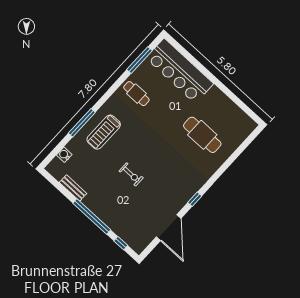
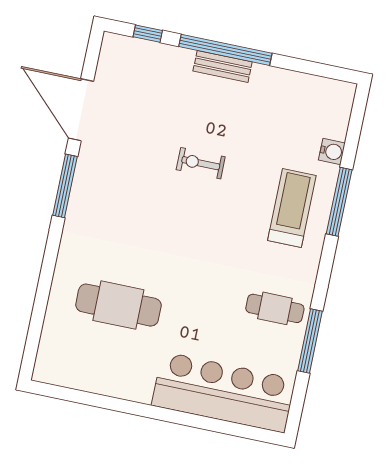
window: (140, 60) -> (310, 341), moved
water cooler: (64, 155) -> (332, 152), moved
bench: (73, 188) -> (223, 66), moved
window: (195, 199) -> (65, 186), width x2.17

